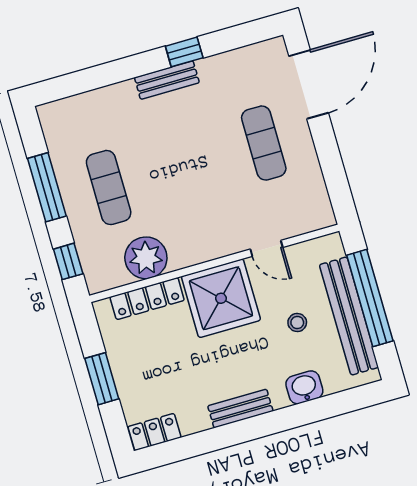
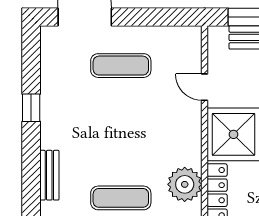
bench: (167, 80) -> (49, 175), moved
door: (267, 248) -> (205, 87), swing flipped

